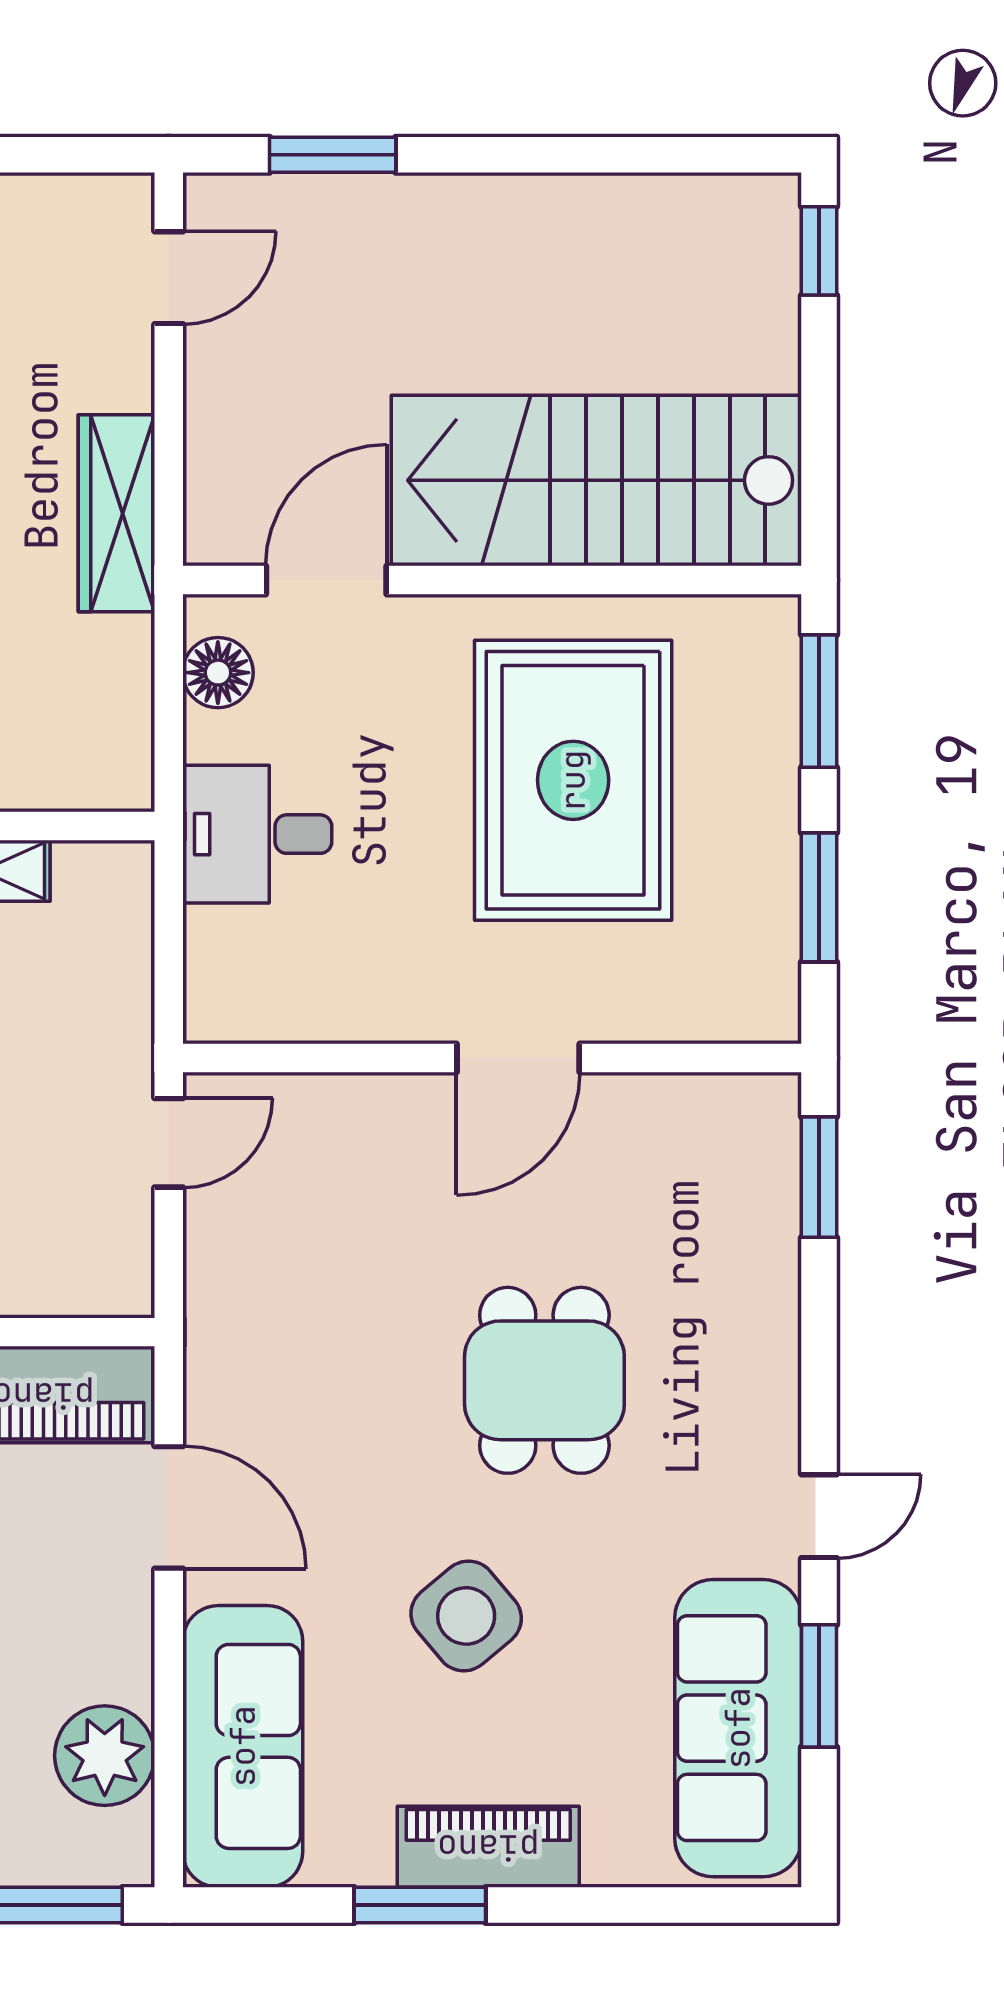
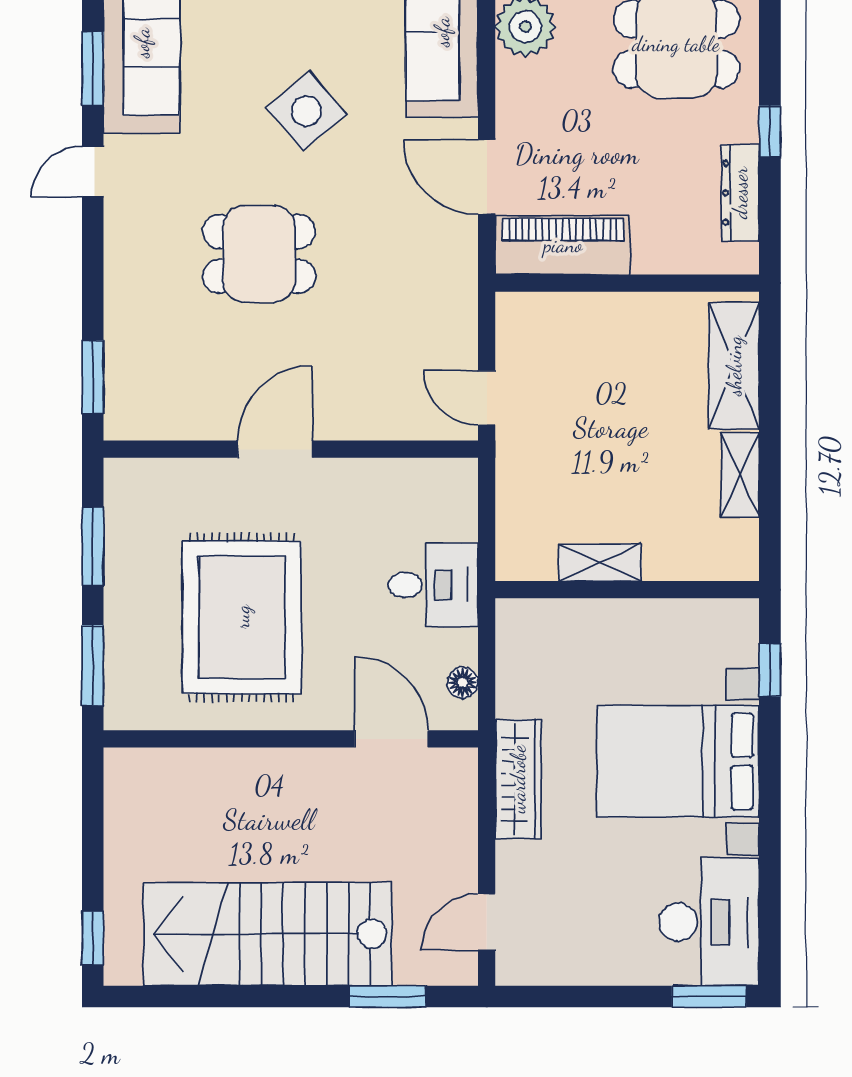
stairs: (596, 480) -> (268, 934), moved, turned 180
door: (326, 580) -> (391, 739), swing flipped
floor lamp: (218, 673) -> (463, 683), width x0.73, depth x0.73
door: (169, 1143) -> (487, 398), hinge flipped
dining table: (544, 1380) -> (259, 254), turned 90

